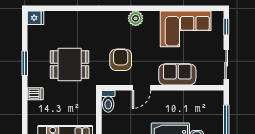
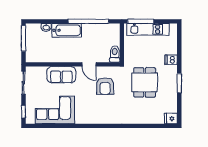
plant: (136, 18) -> (94, 118), removed
dining table: (70, 65) -> (145, 82), turned 90
door: (141, 88) -> (89, 64), swing flipped

